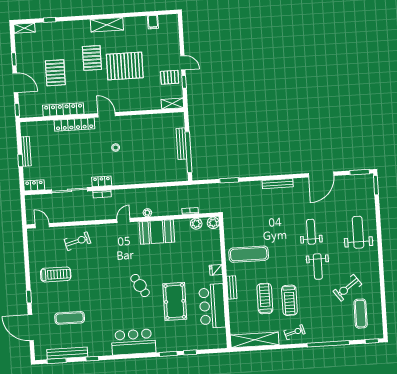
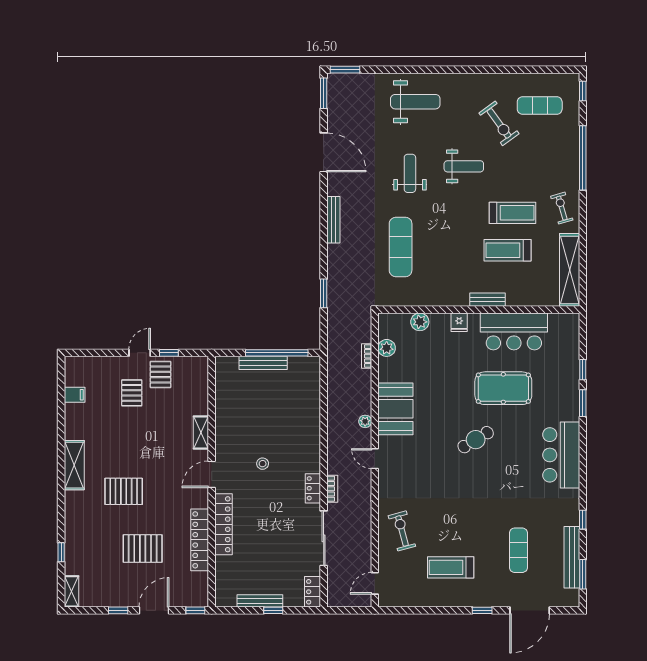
pallet: (125, 66) -> (132, 393), moved, width x0.49, depth x0.50
shelving: (172, 104) -> (201, 433), moved
plant: (213, 223) -> (420, 322), moved
weight bench: (311, 232) -> (410, 173), turned 90
weight bench: (358, 232) -> (415, 102), turned 180
exercise mat: (249, 254) -> (401, 247), moved
treadmill: (56, 274) -> (451, 567), turned -90

